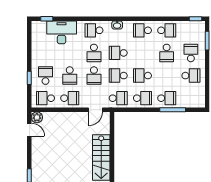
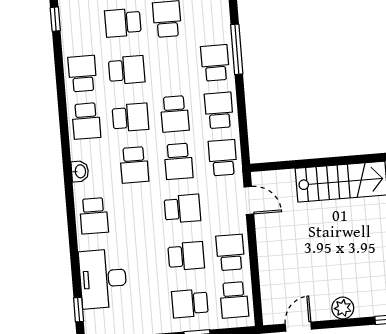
school desk: (94, 53) -> (130, 117), moved
plant: (37, 117) -> (343, 308), moved

